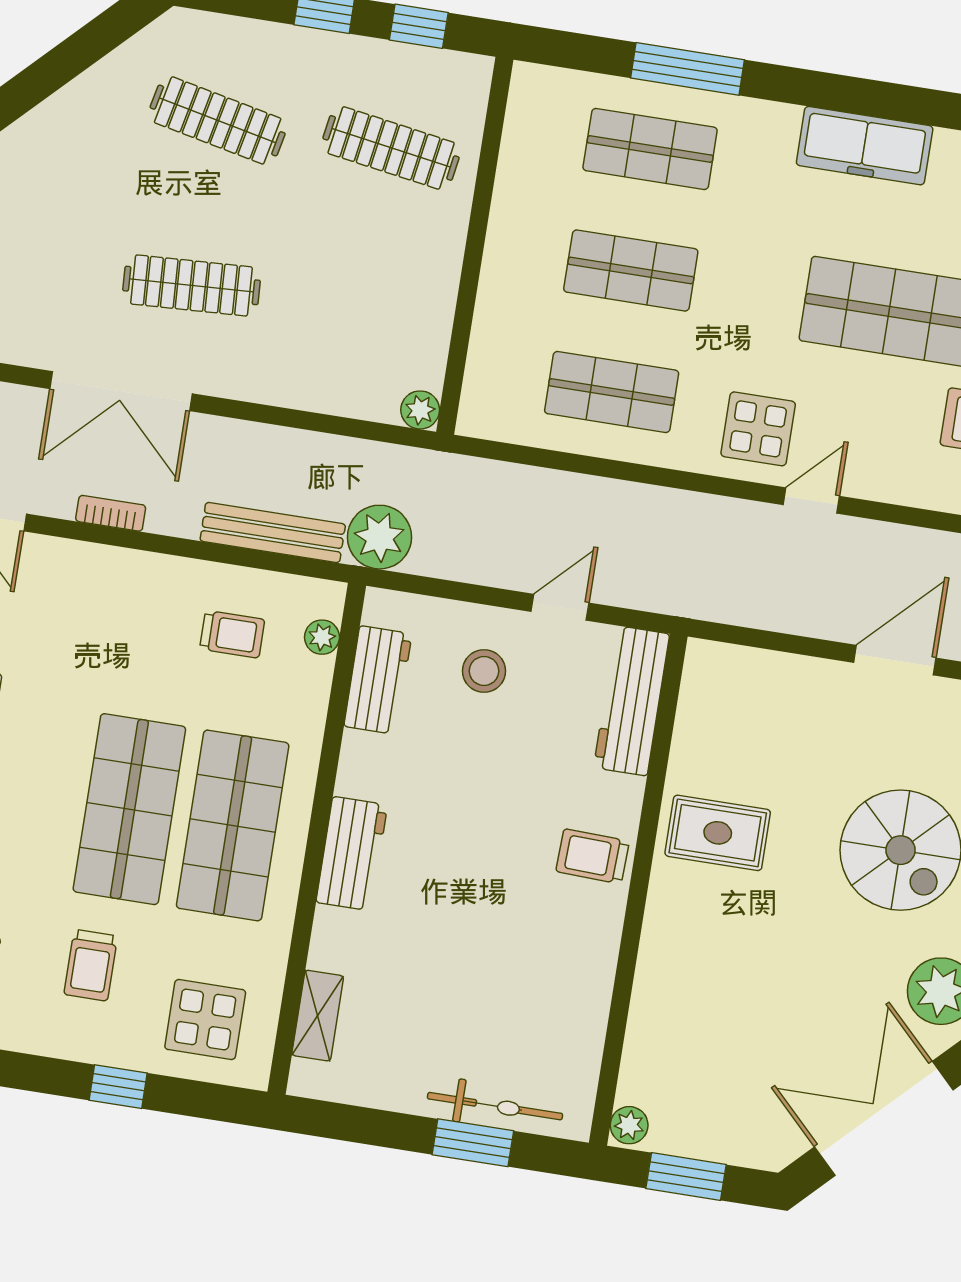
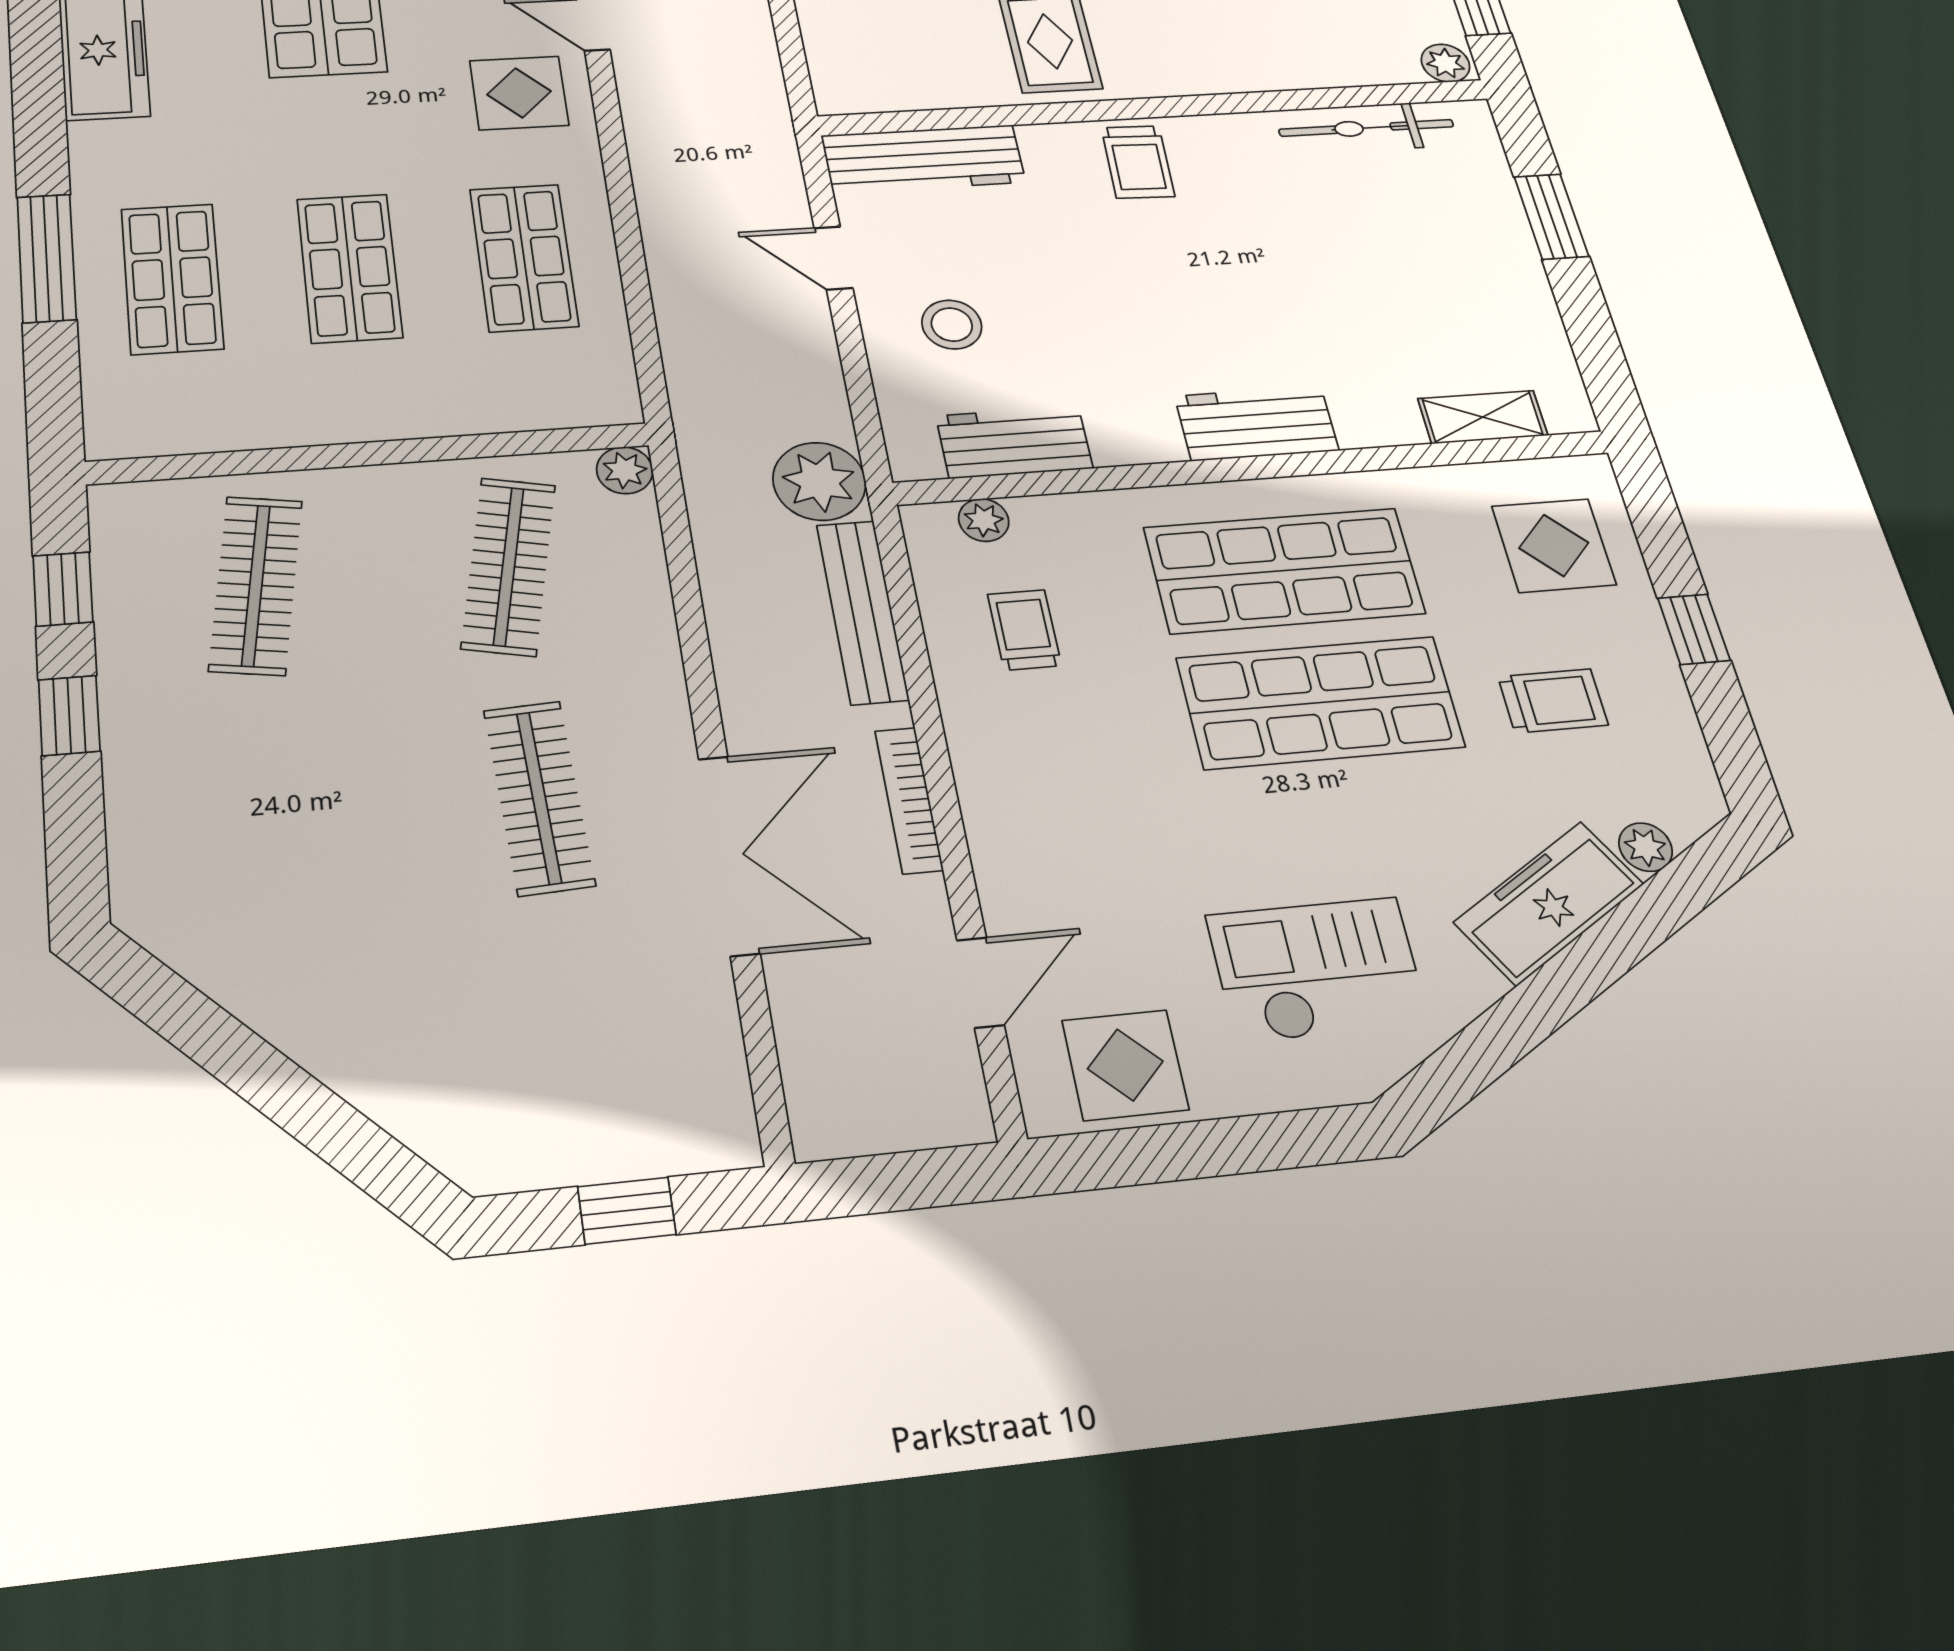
clothes rail: (218, 120) -> (509, 566), moved
bookcase: (111, 513) -> (909, 800), width x1.56
bicycle: (495, 1106) -> (1366, 128), moved, turned -90

